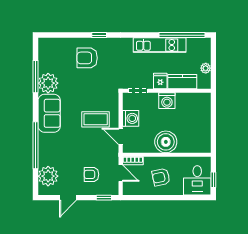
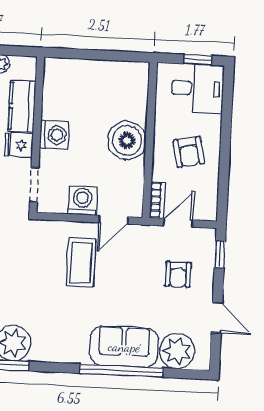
sofa: (49, 113) -> (124, 347), moved

